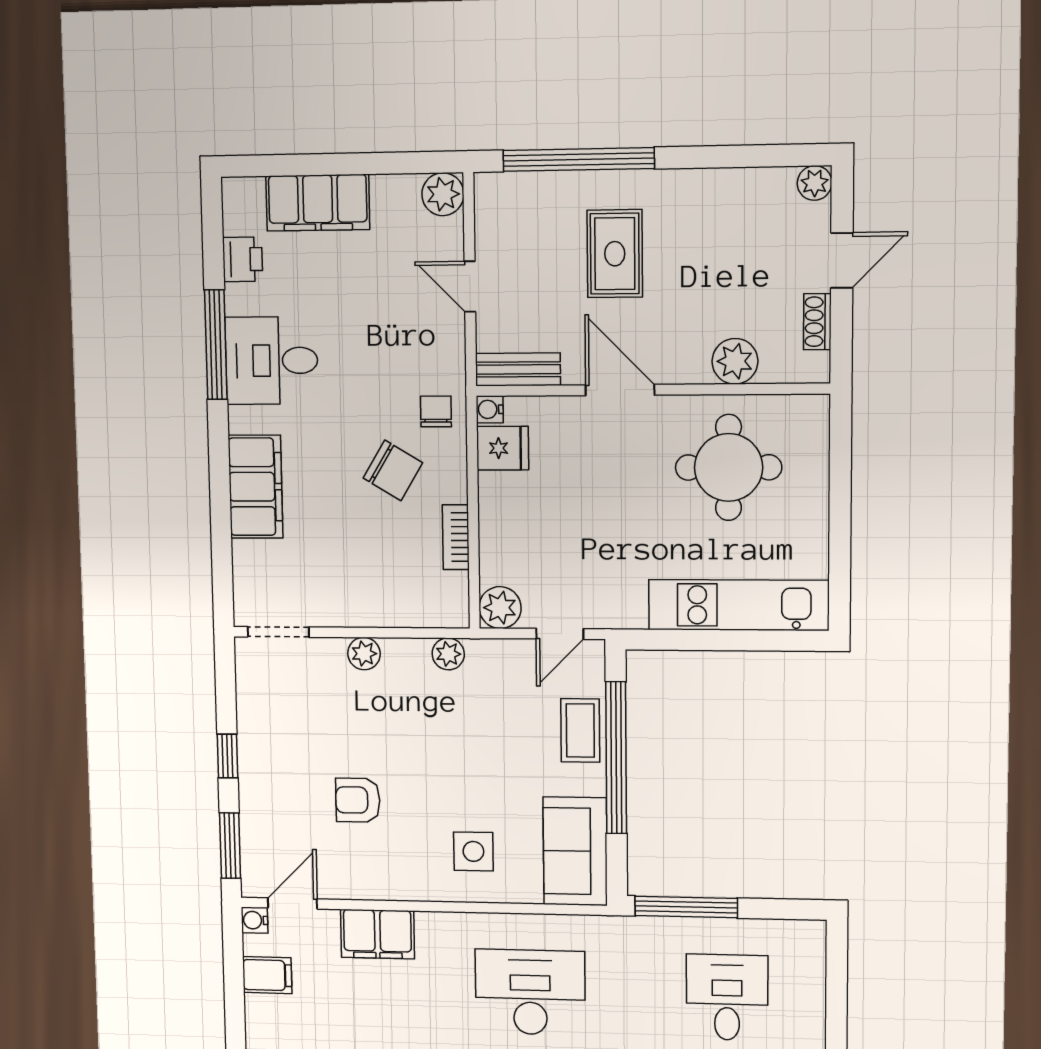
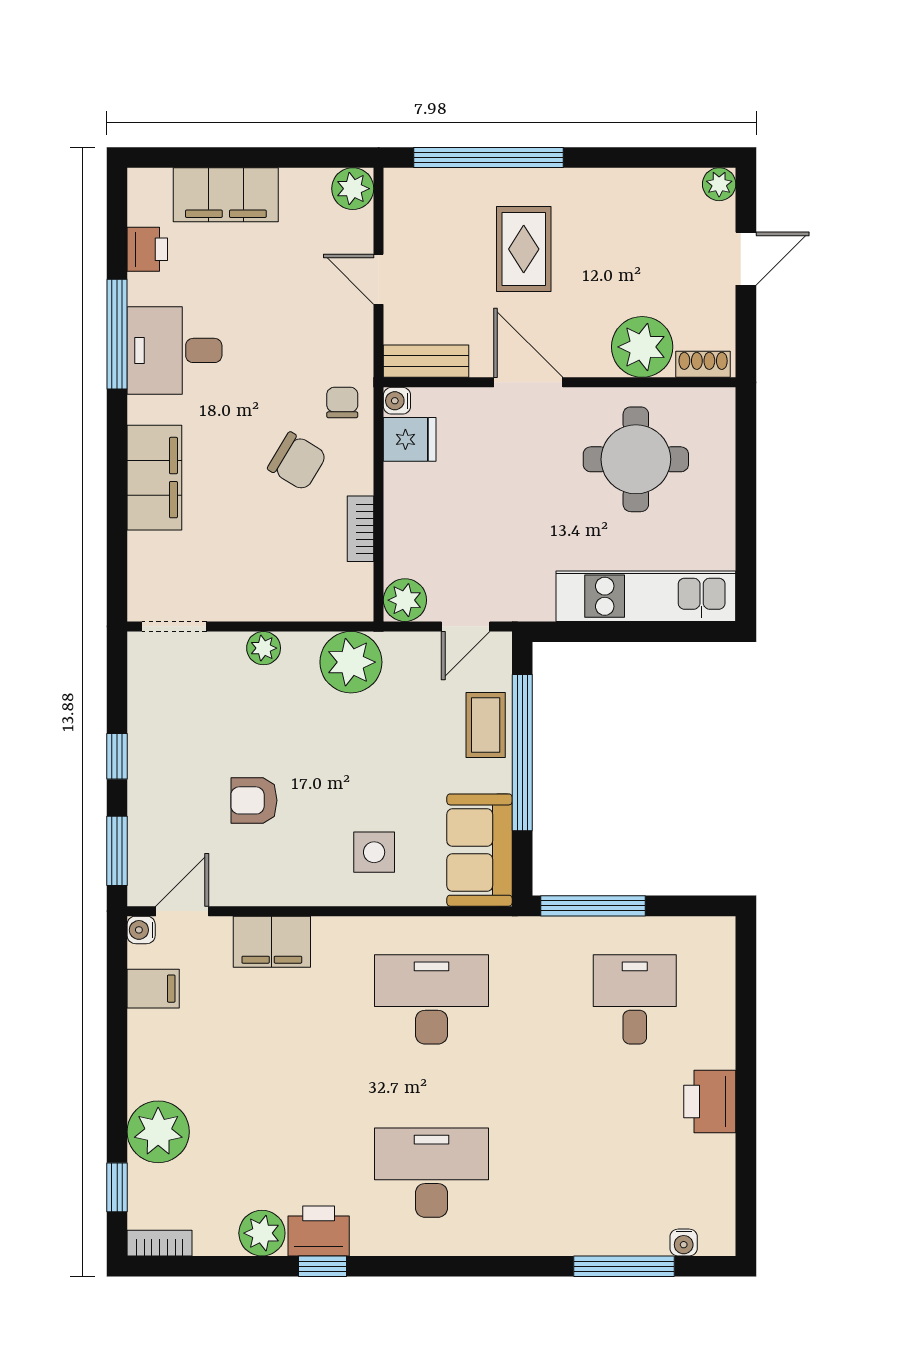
shoe rack: (817, 322) -> (703, 364), moved, turned 90
plant: (735, 361) -> (642, 347), width x1.36, depth x1.36
plant: (448, 654) -> (351, 662), width x1.87, depth x1.87

